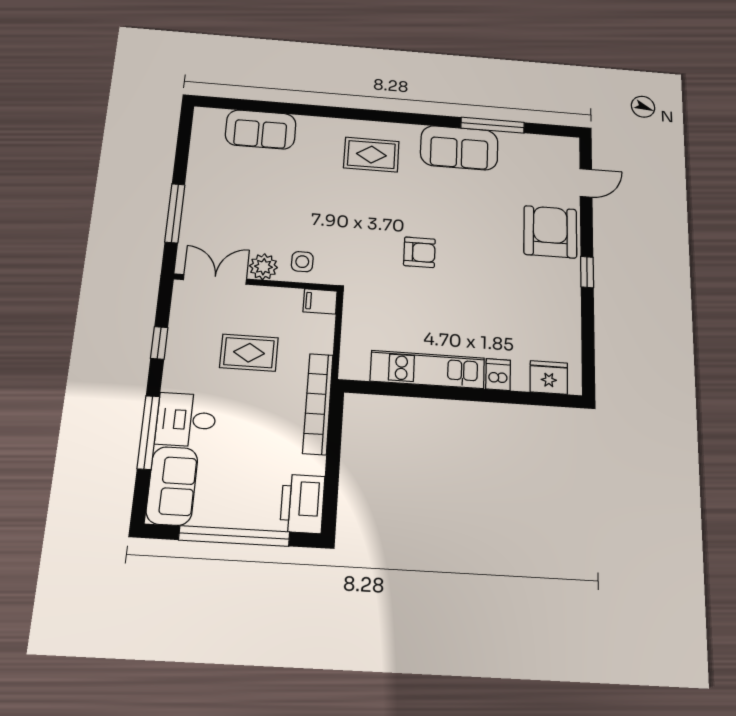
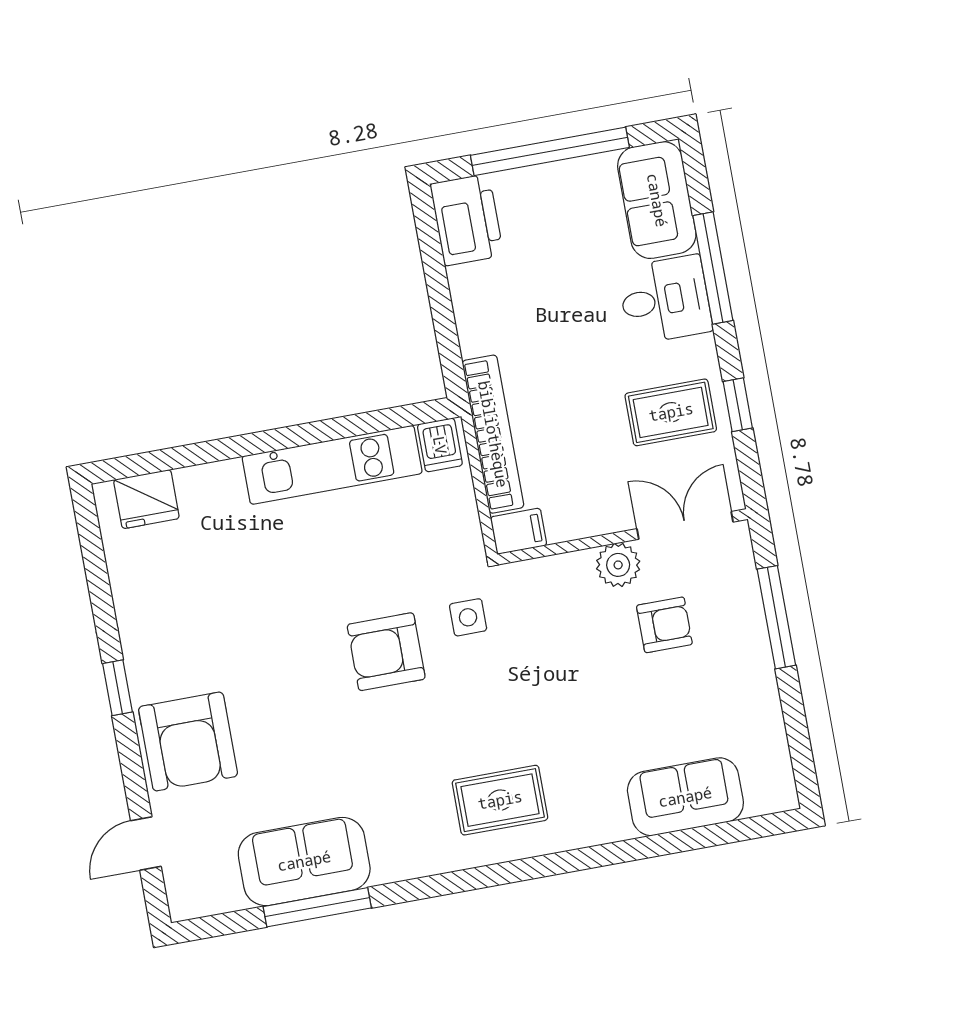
sofa: (459, 148) -> (304, 861), moved
armchair: (245, 226) -> (664, 625), added
armchair: (419, 252) -> (386, 652), width x1.38, depth x1.38
side table: (302, 262) -> (468, 617), moved
double door: (215, 279) -> (685, 525), swing flipped
rug: (249, 353) -> (671, 412), moved
dishwasher: (498, 374) -> (440, 445), moved
bookcase: (318, 404) -> (493, 434), moved

